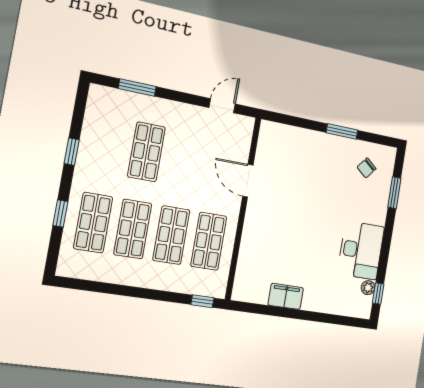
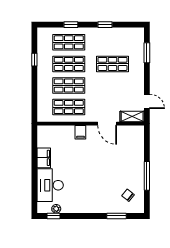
window: (342, 131) -> (147, 176), width x1.44
shelving: (243, 136) -> (132, 117), added
door: (248, 181) -> (107, 124), swing flipped
filing cabinet: (254, 228) -> (80, 132), added
desk: (361, 250) -> (50, 185), moved, turned 90
window: (202, 301) -> (34, 60), moved

